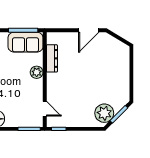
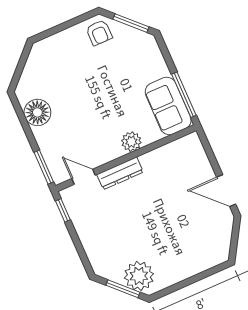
dresser: (52, 58) -> (120, 173), moved
door: (45, 109) -> (83, 177), swing flipped
plant: (104, 113) -> (139, 276), moved

